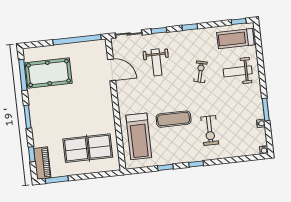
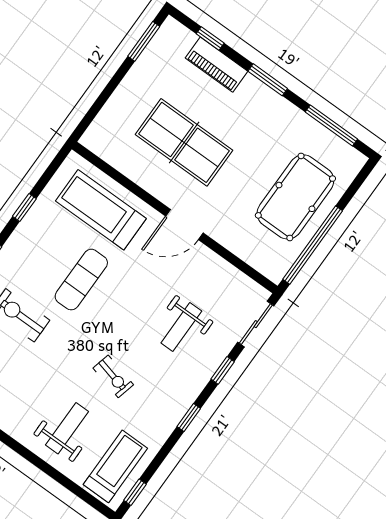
weight bench: (157, 62) -> (181, 327), turned -90
door: (112, 70) -> (184, 225), moved
pool table: (49, 73) -> (295, 197), moved
table tennis table: (88, 148) -> (184, 142), moved, turned 90
piano: (42, 163) -> (217, 65), moved

